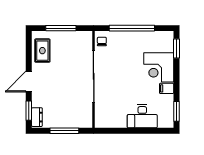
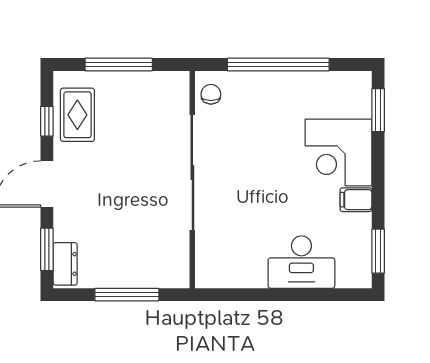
window: (29, 53) -> (47, 121), added

